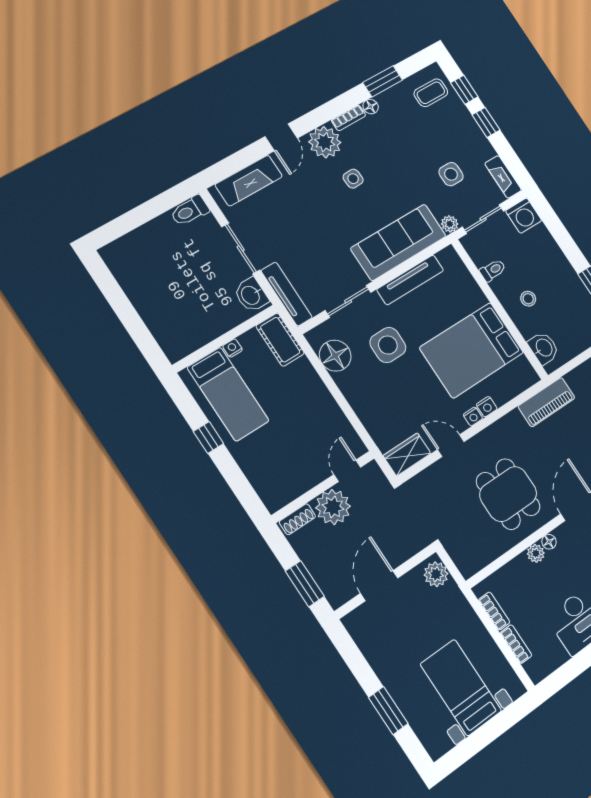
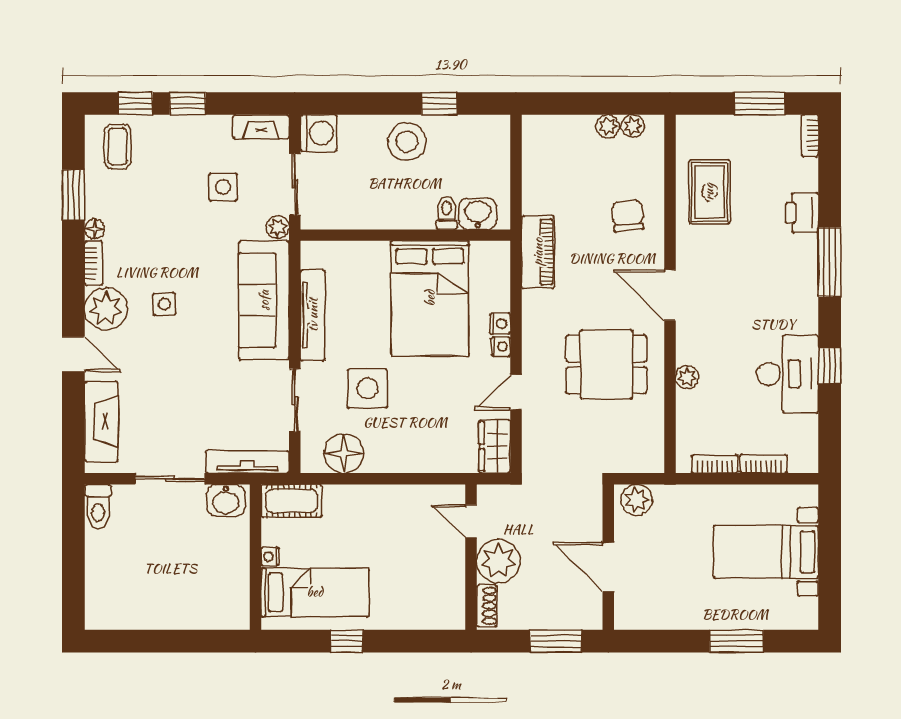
toilet: (493, 270) -> (447, 213), moved
stool: (528, 299) -> (407, 142), moved, width x1.89, depth x1.89
floor lamp: (549, 542) -> (685, 354), removed

